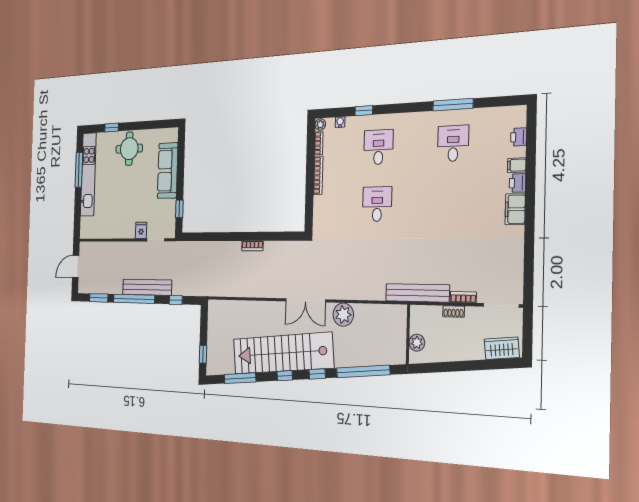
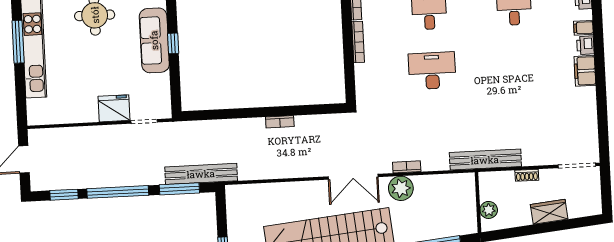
desk: (377, 204) -> (432, 71), width x1.37
window: (179, 209) -> (173, 43), moved
fridge: (141, 230) -> (114, 108), width x1.88, depth x1.34
bench: (147, 287) -> (201, 174), moved
bookcase: (463, 297) -> (407, 167), moved
window: (176, 300) -> (179, 189), width x2.17
wardrobe: (502, 348) -> (549, 212), moved

